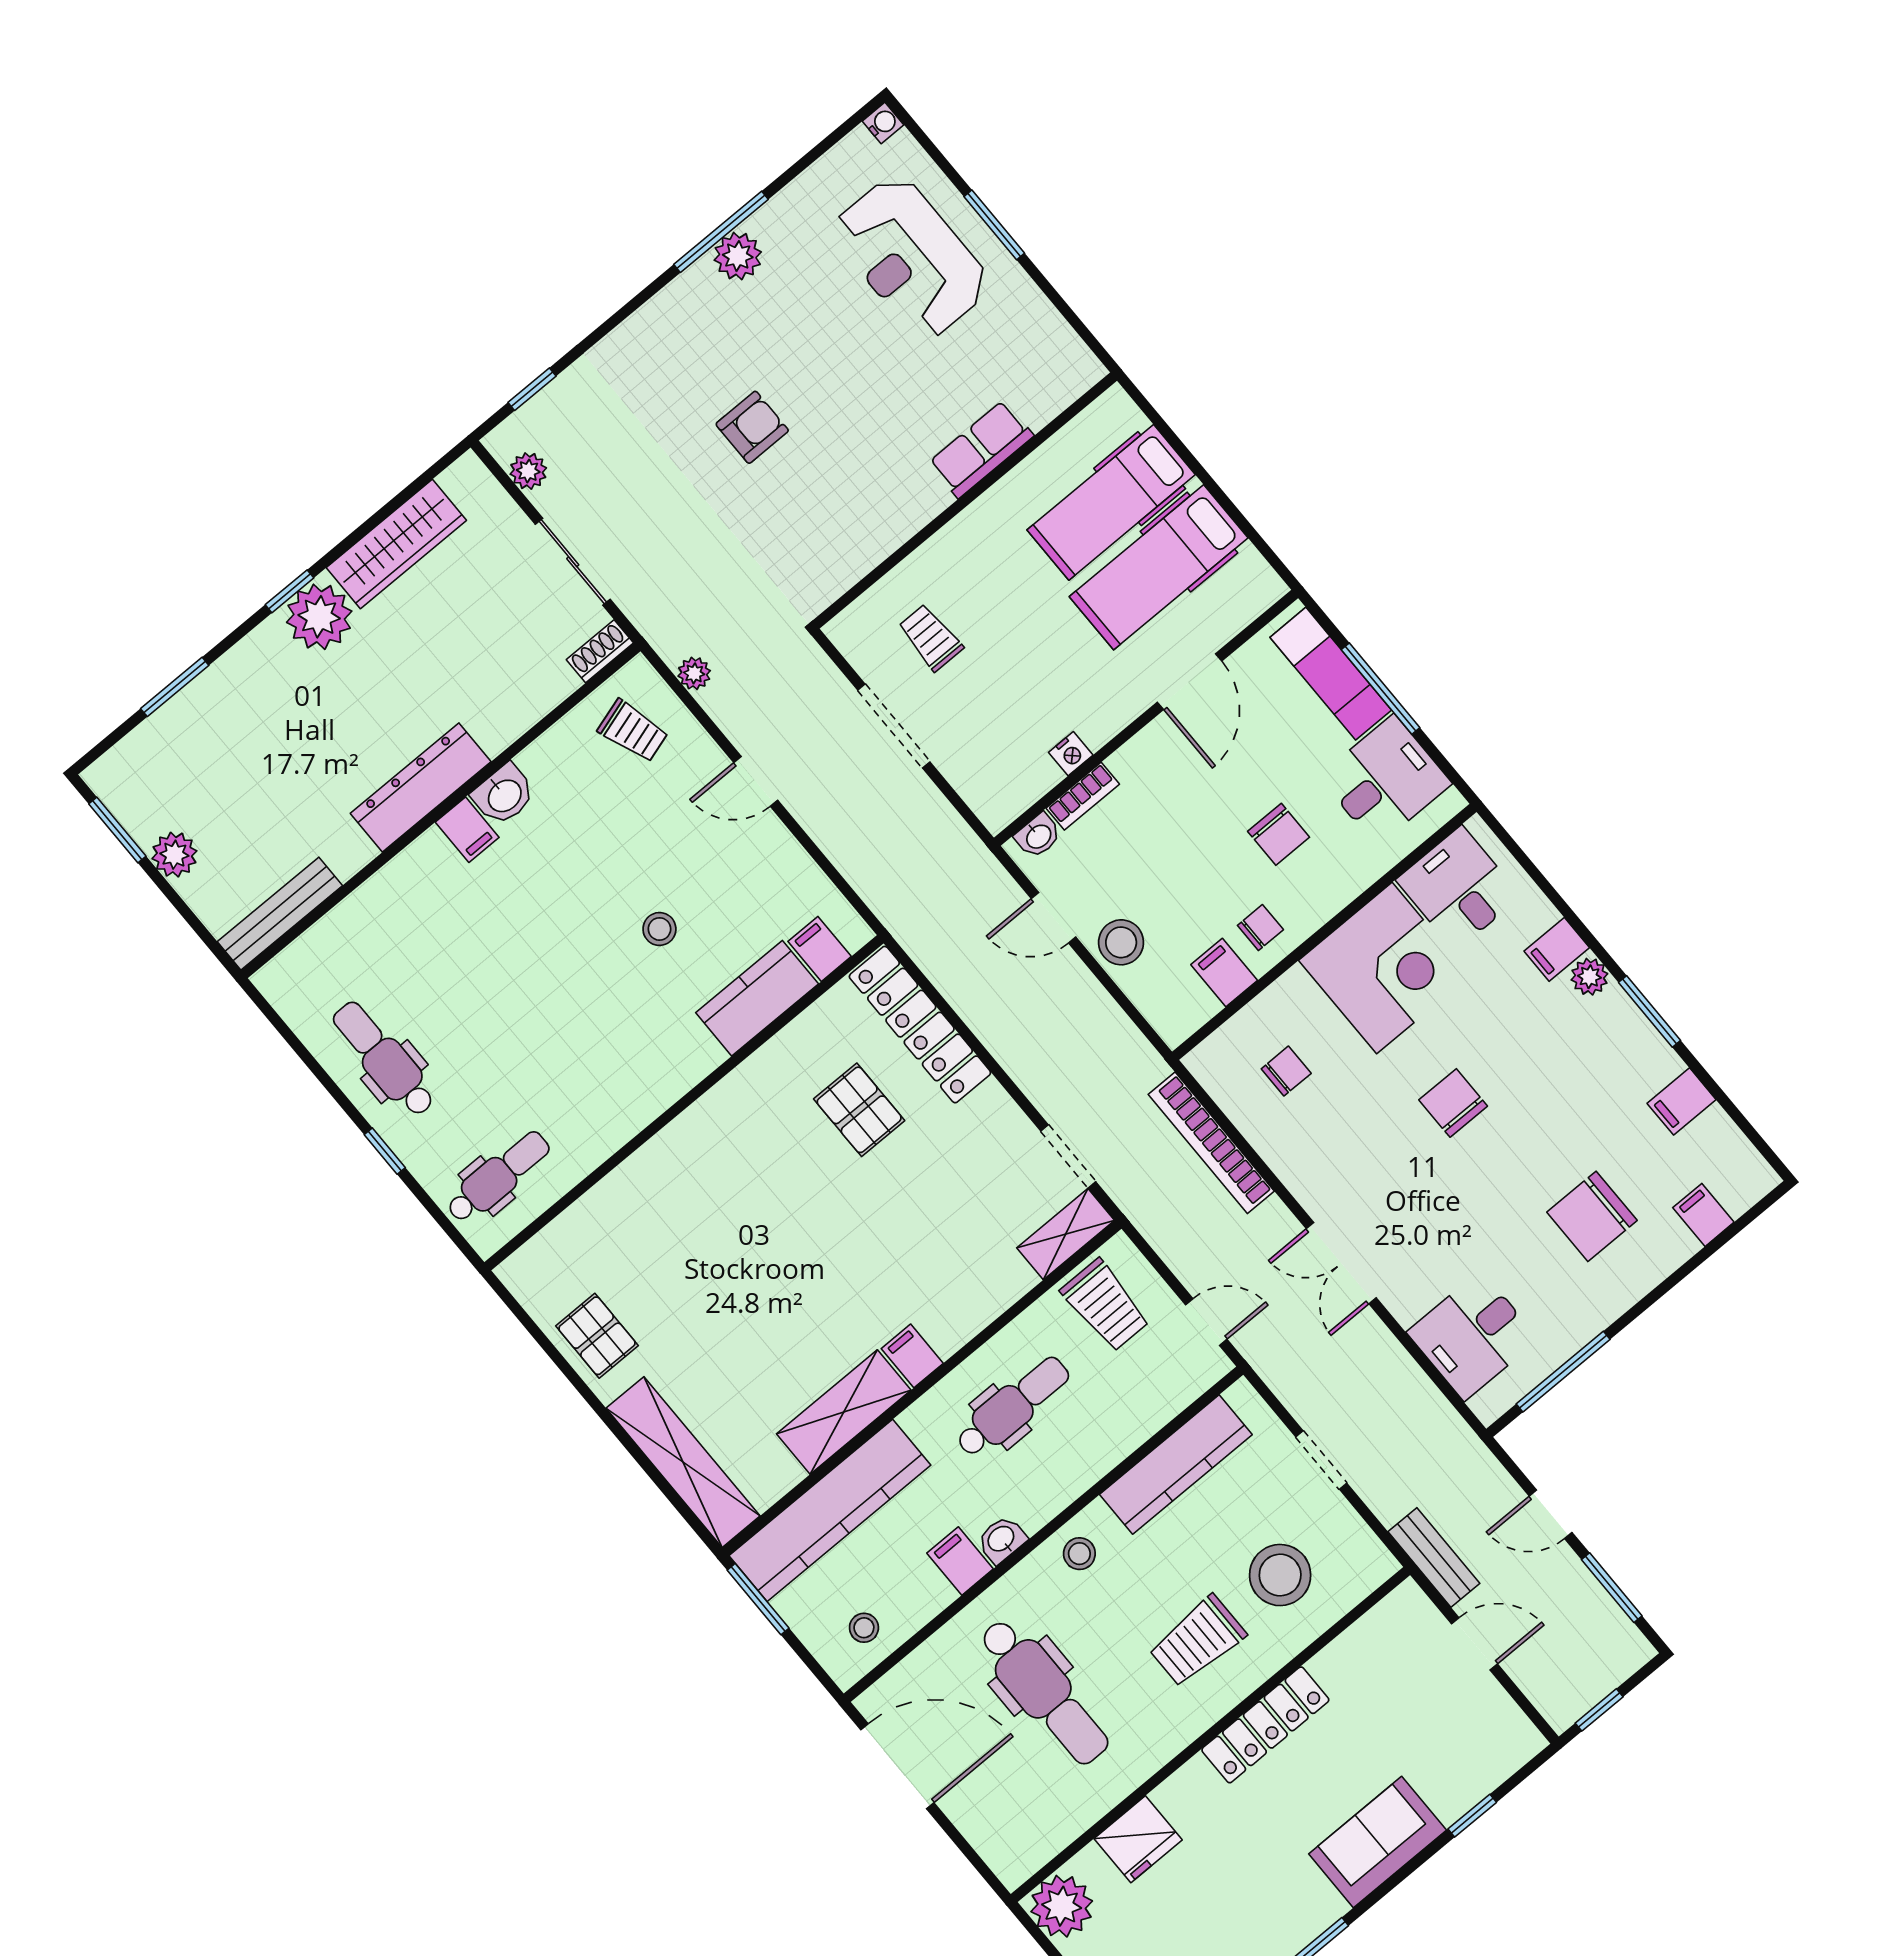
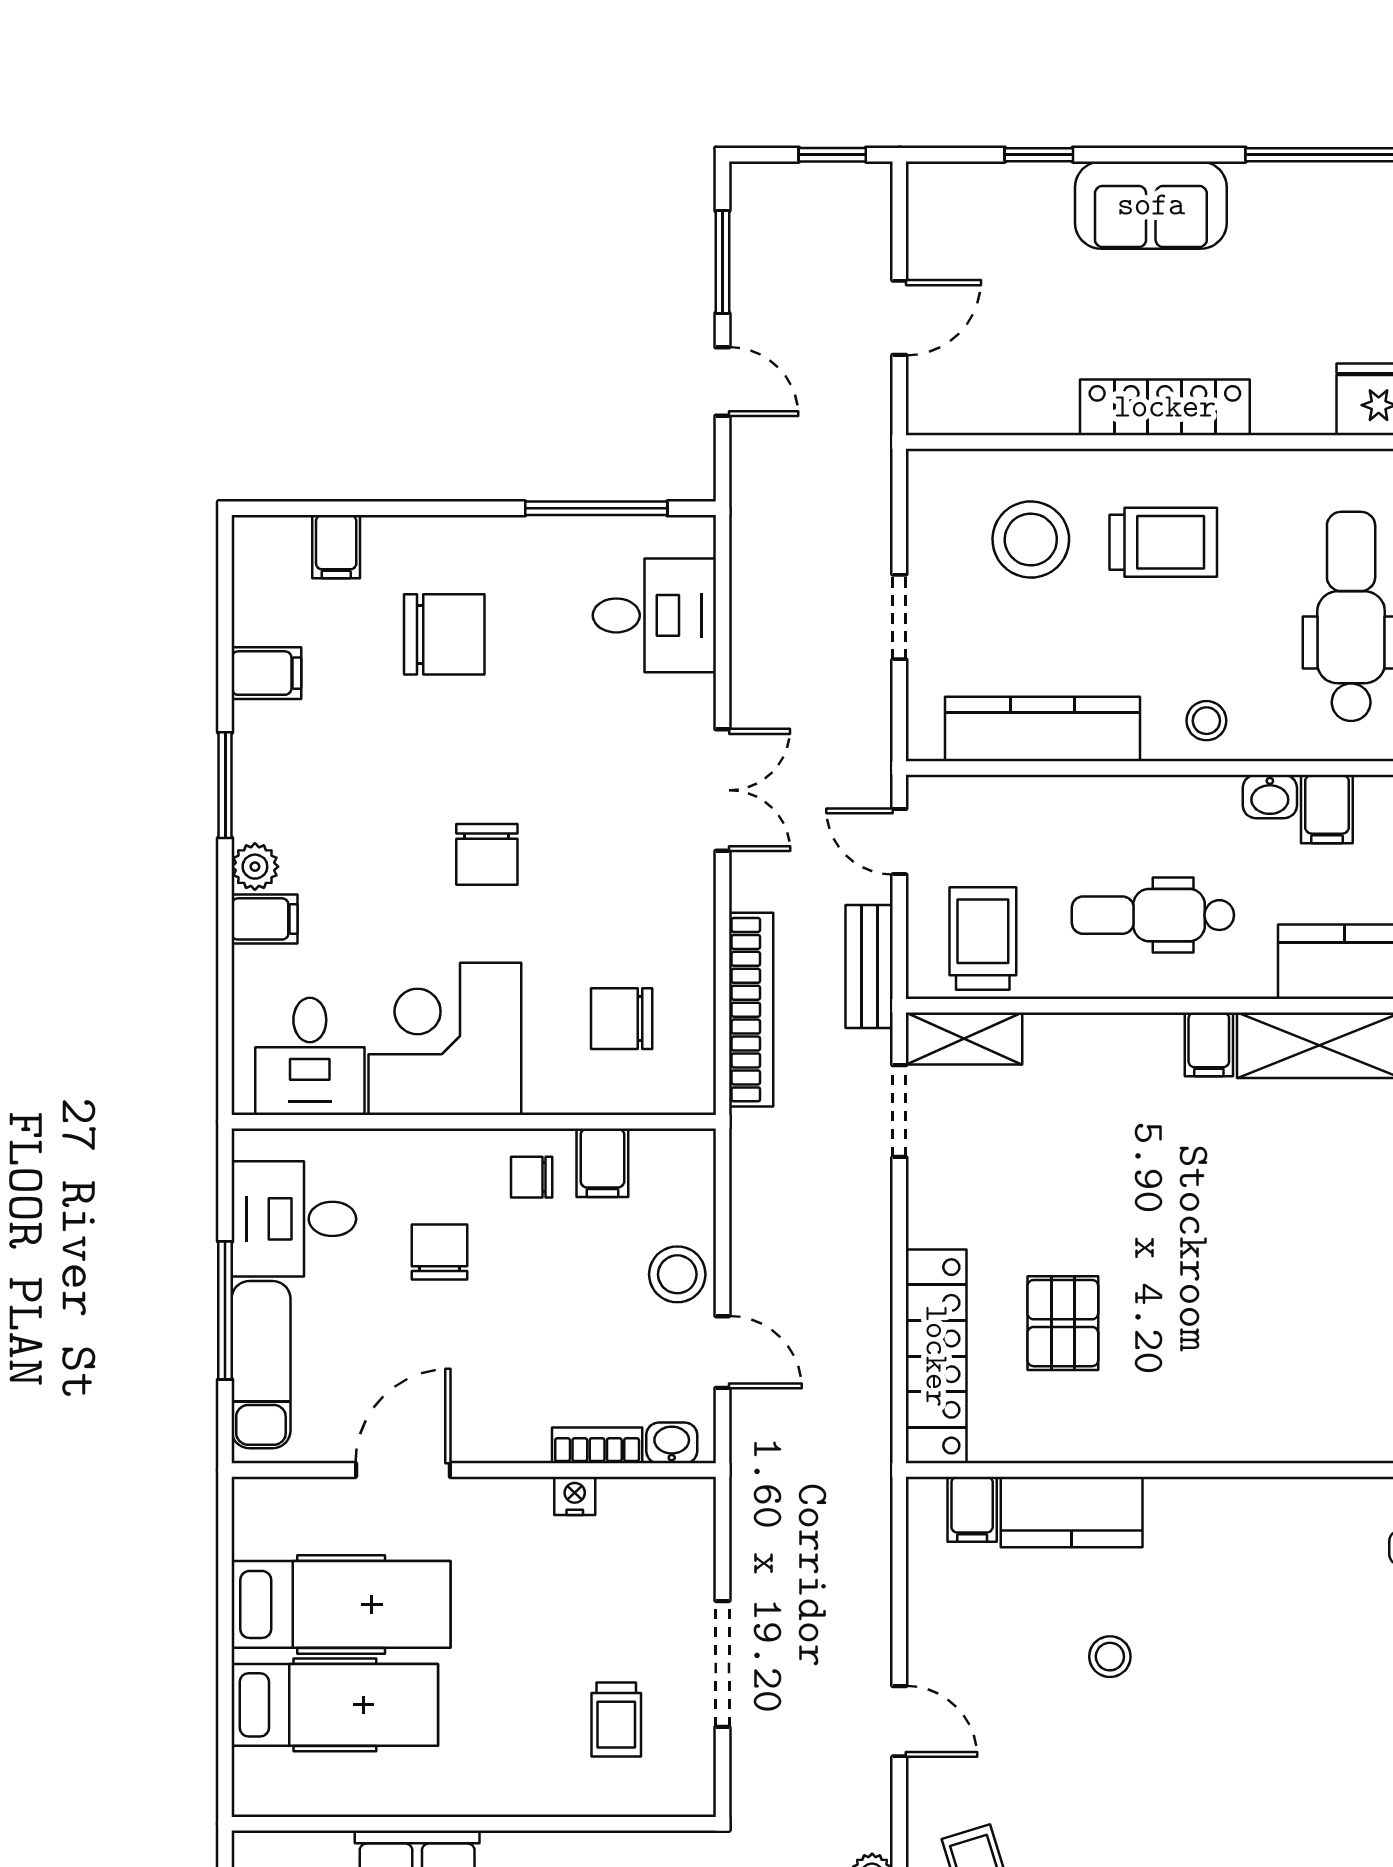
chair: (1286, 1071) -> (622, 1019), width x1.37, depth x1.37
bench: (1434, 1557) -> (869, 966), moved
door: (1474, 1644) -> (899, 318), swing flipped

